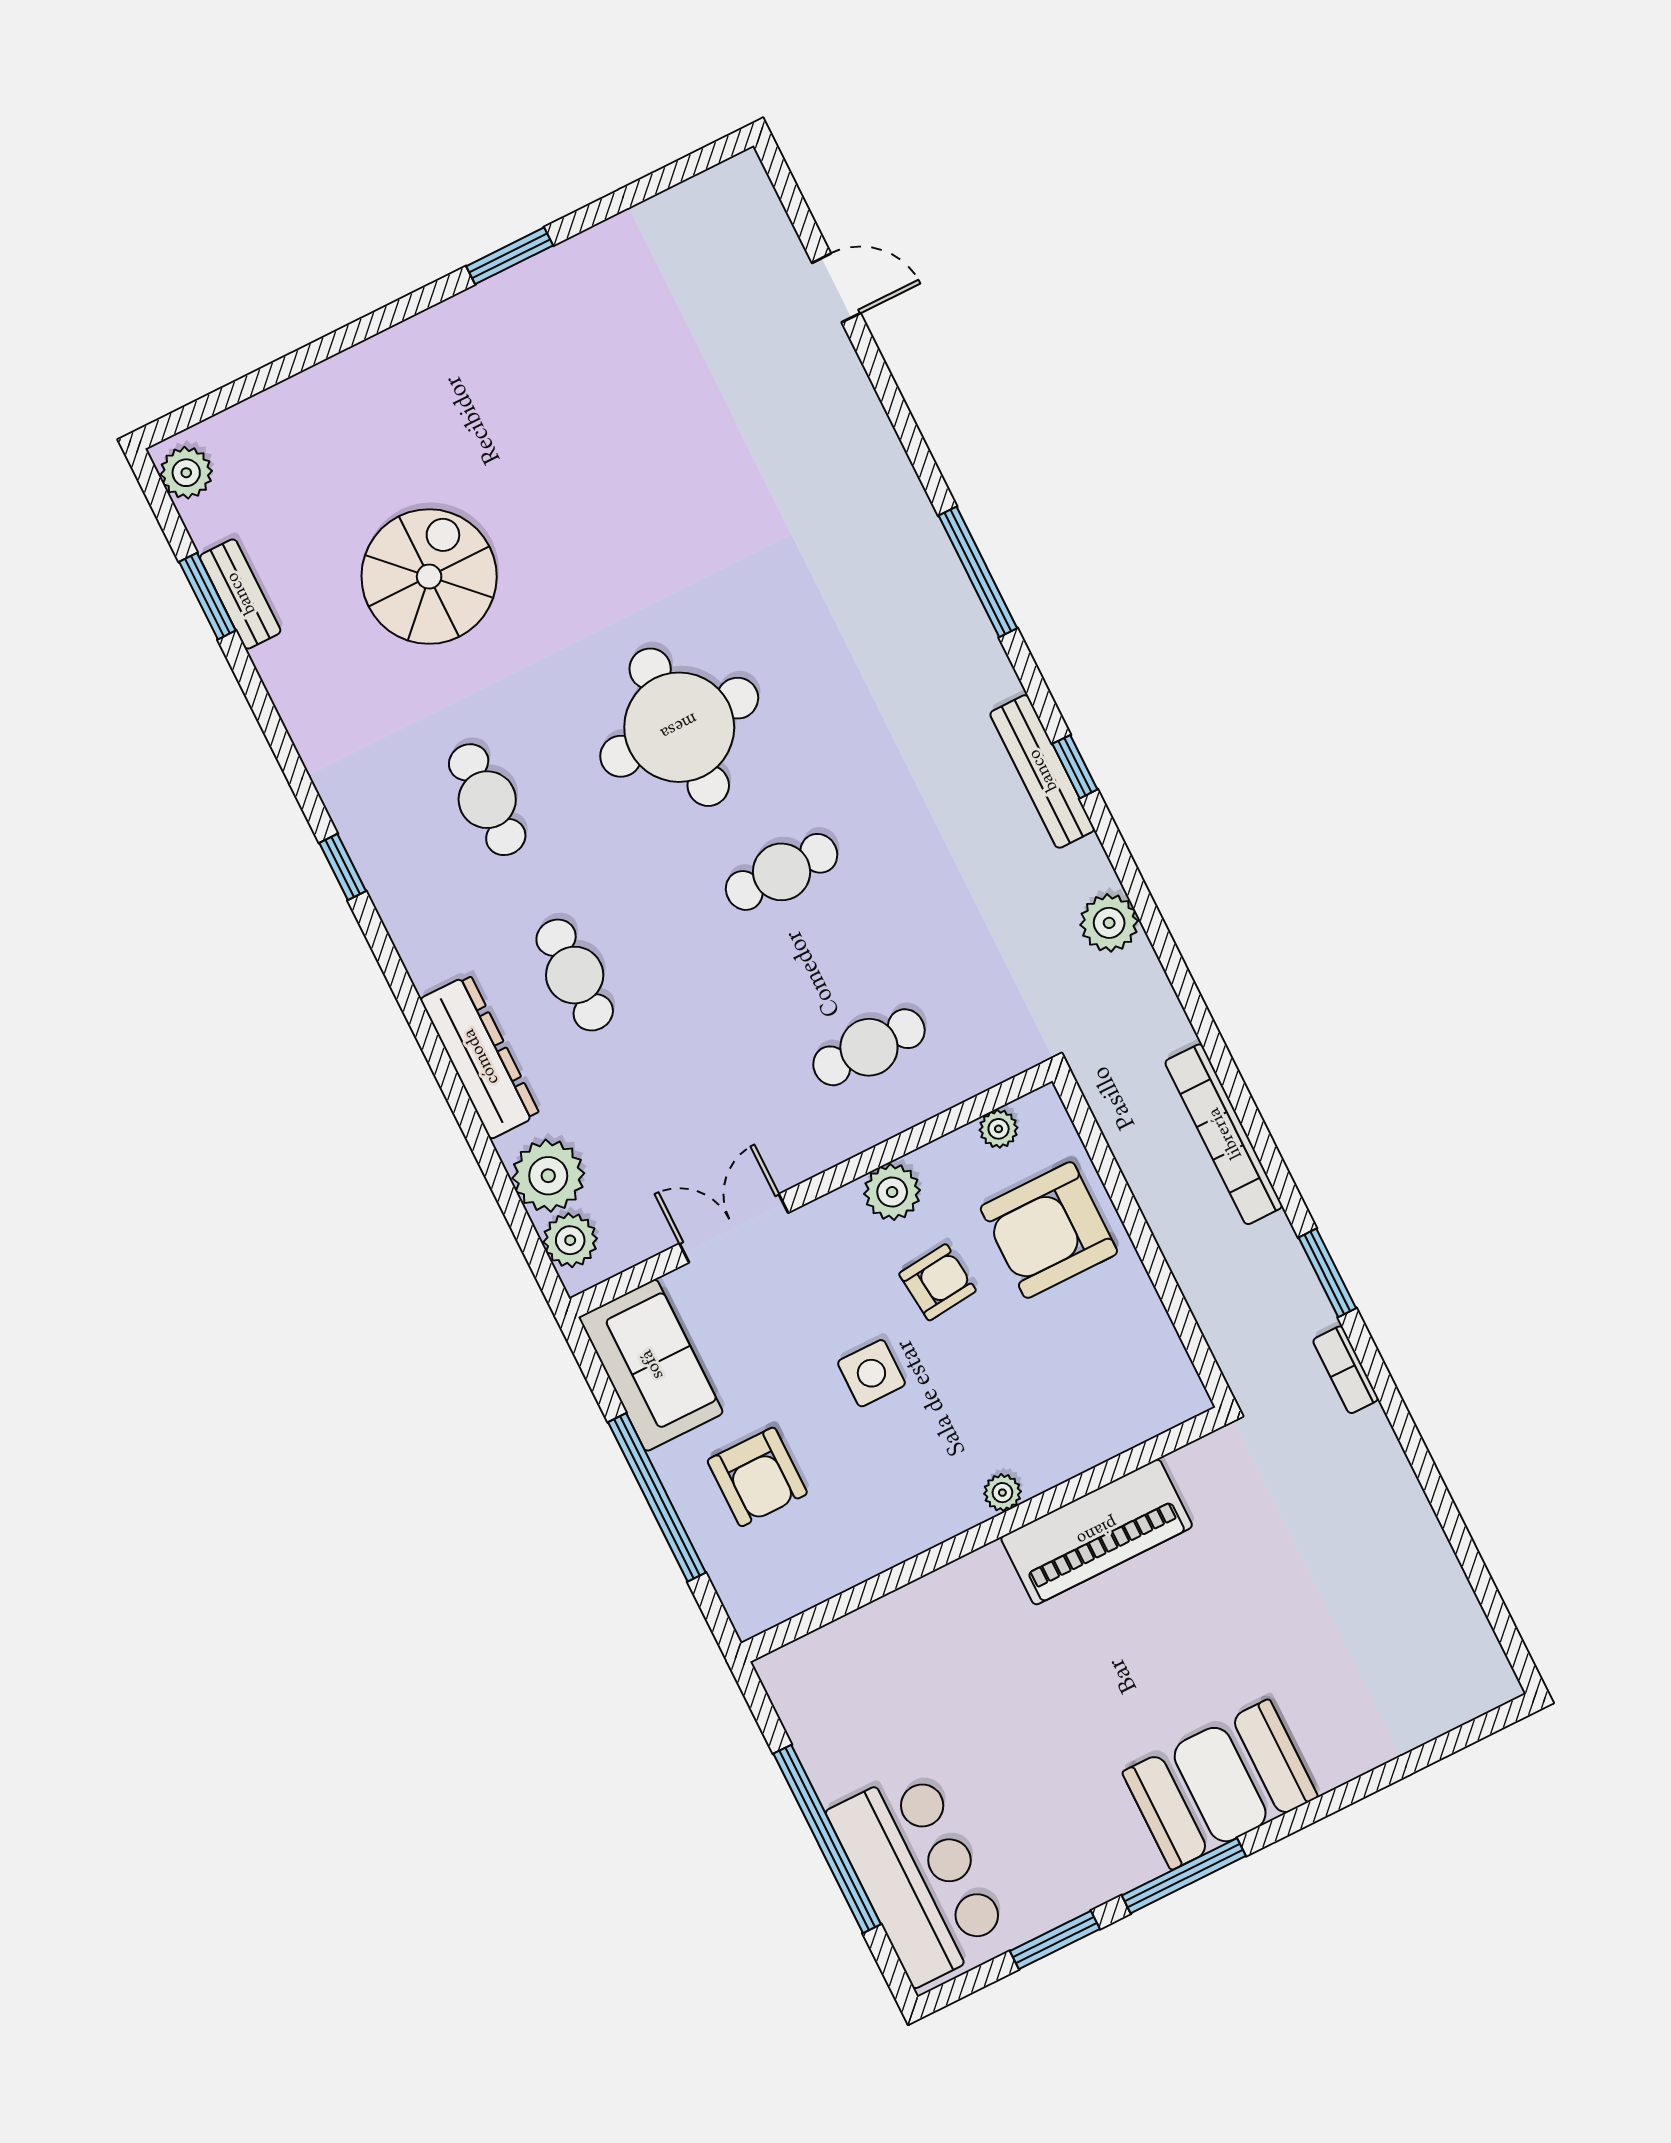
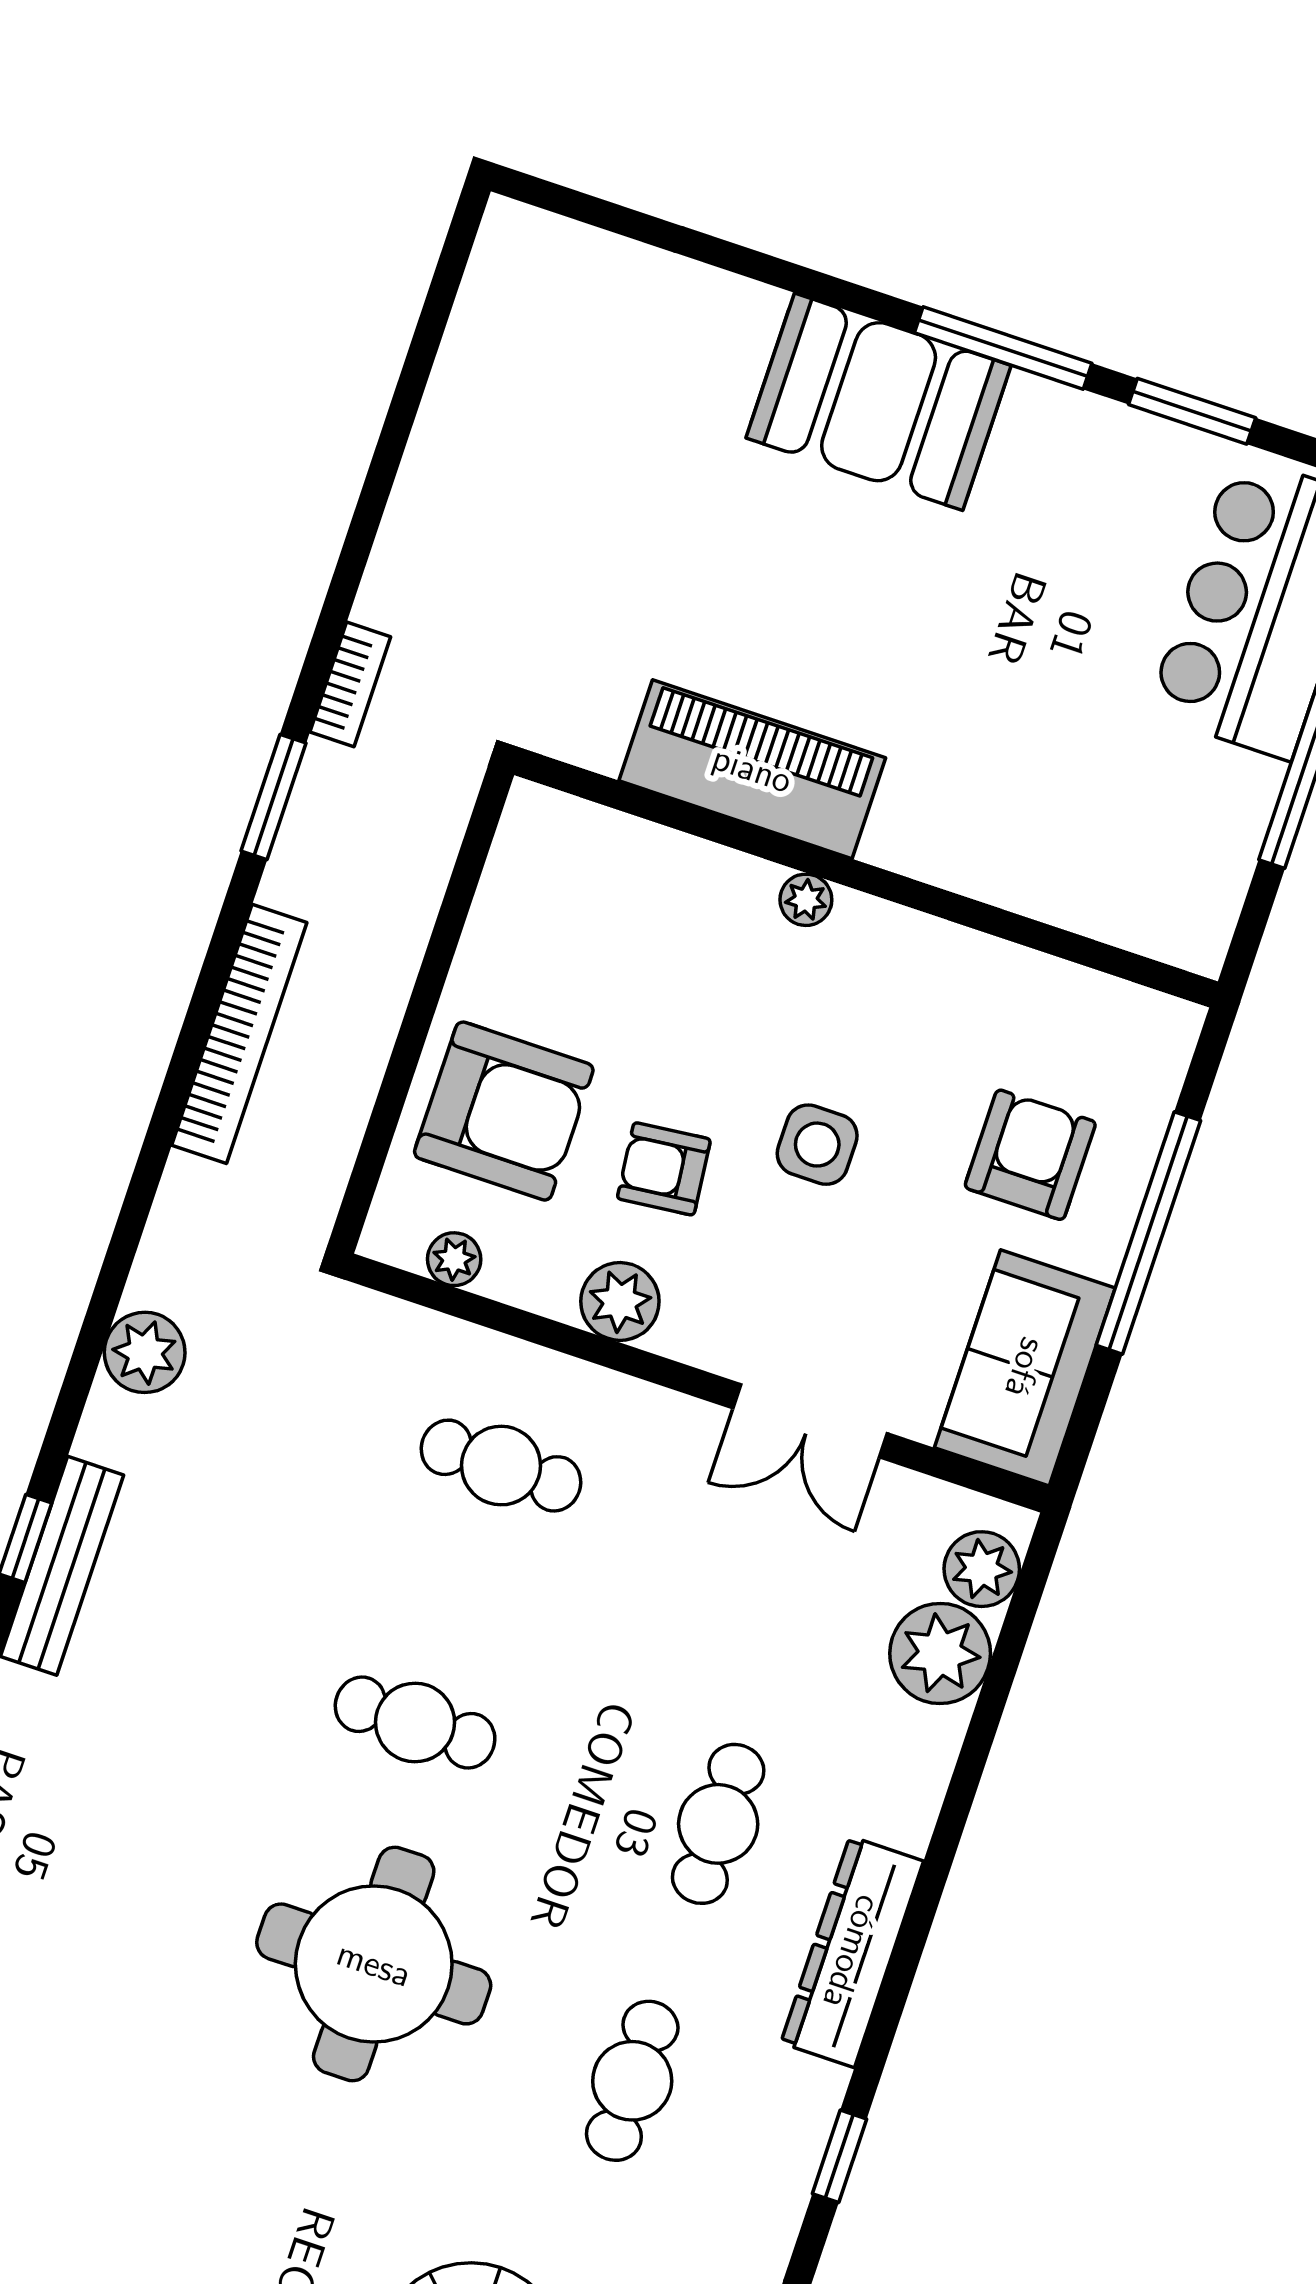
dresser: (480, 1057) -> (852, 1952), moved

